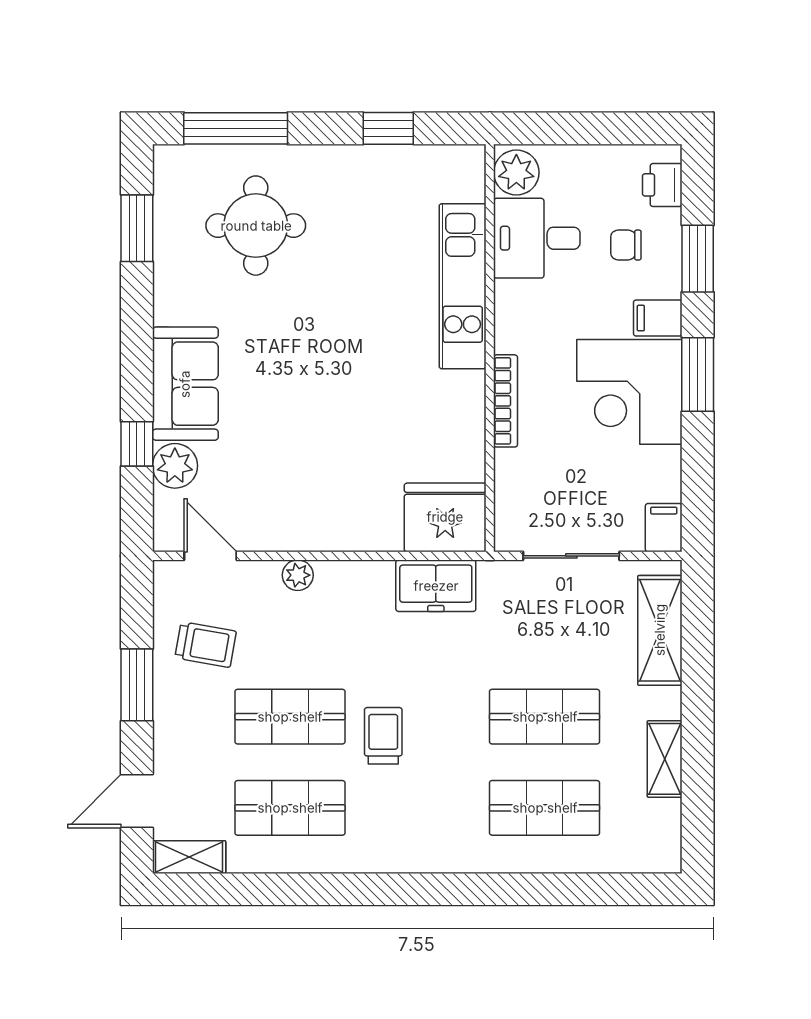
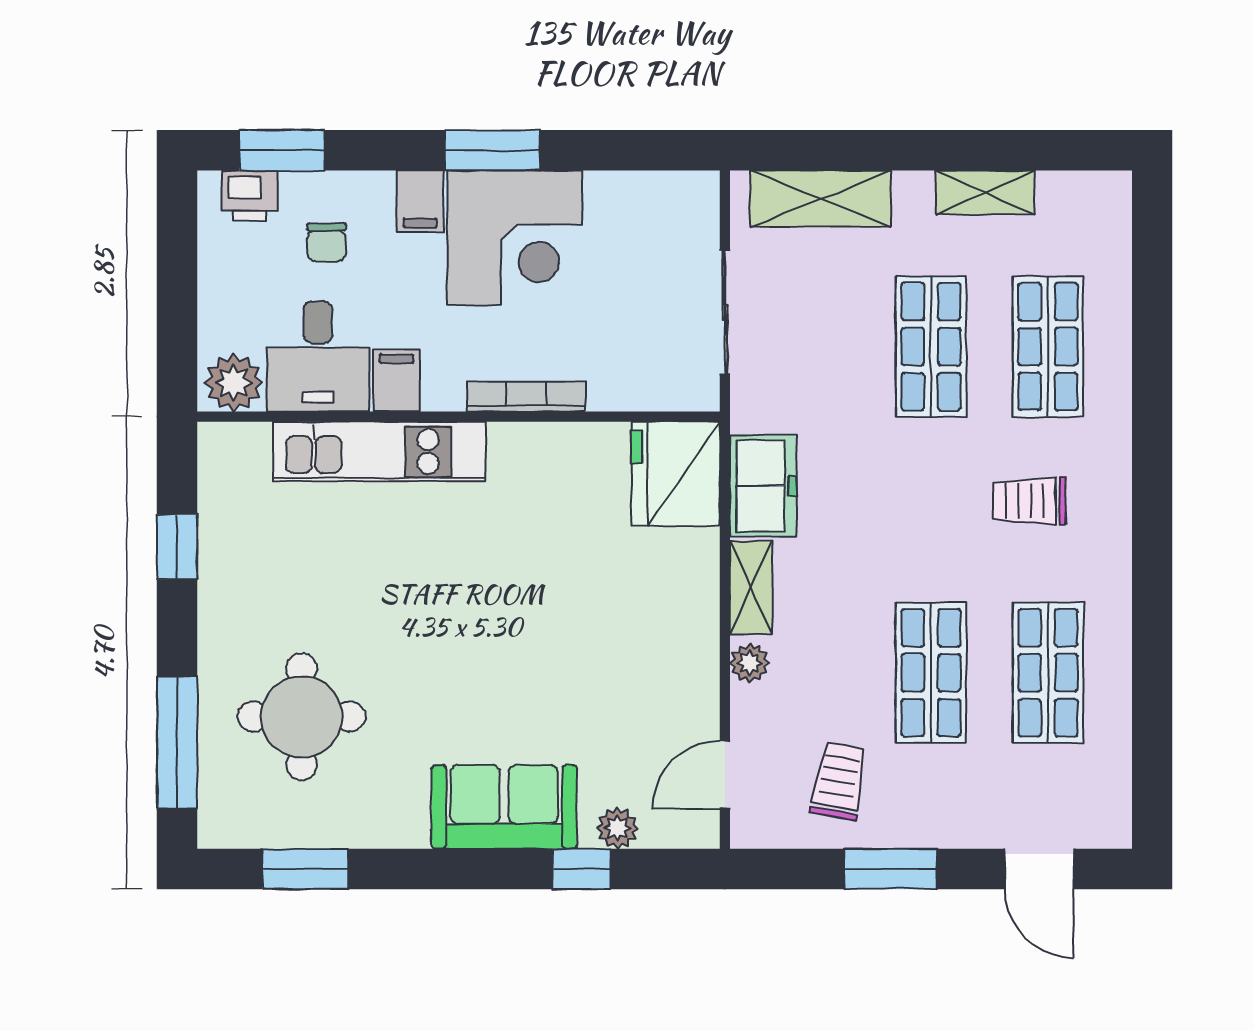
window: (698, 259) -> (282, 150), moved
plant: (175, 466) -> (617, 828), width x0.73, depth x0.73
filing cabinet: (664, 528) -> (396, 380), moved, turned 90
trolley: (383, 736) -> (1029, 501), moved
shelving: (189, 857) -> (751, 588), moved

